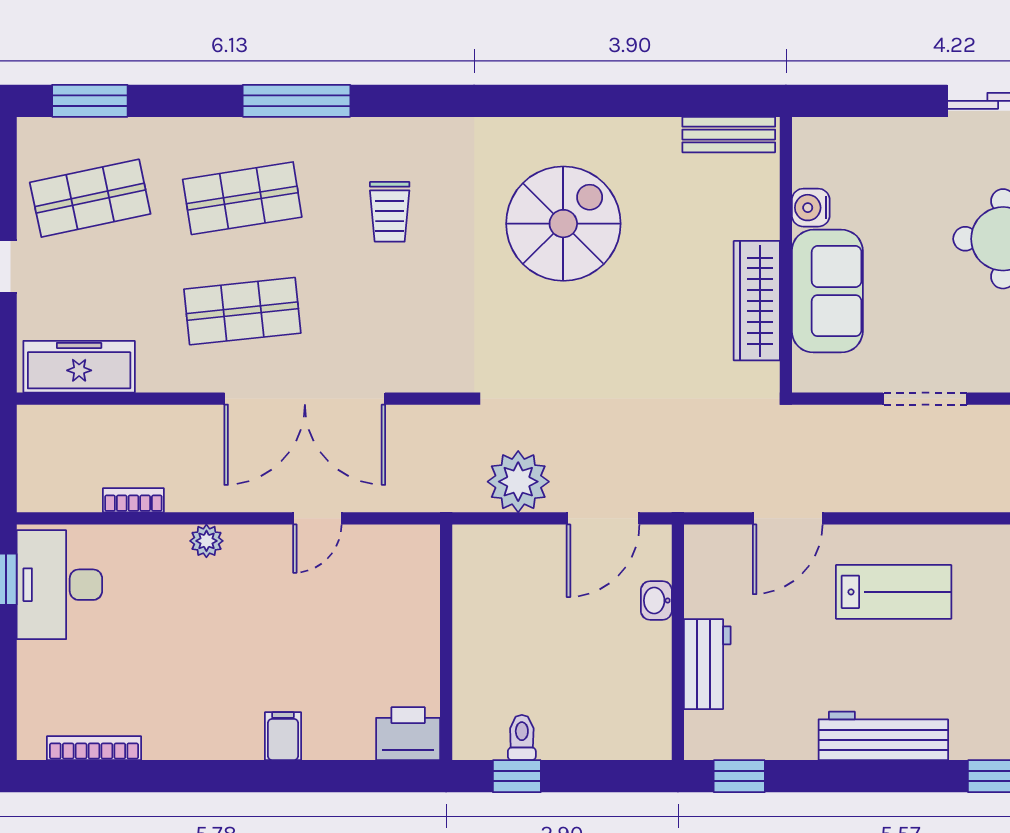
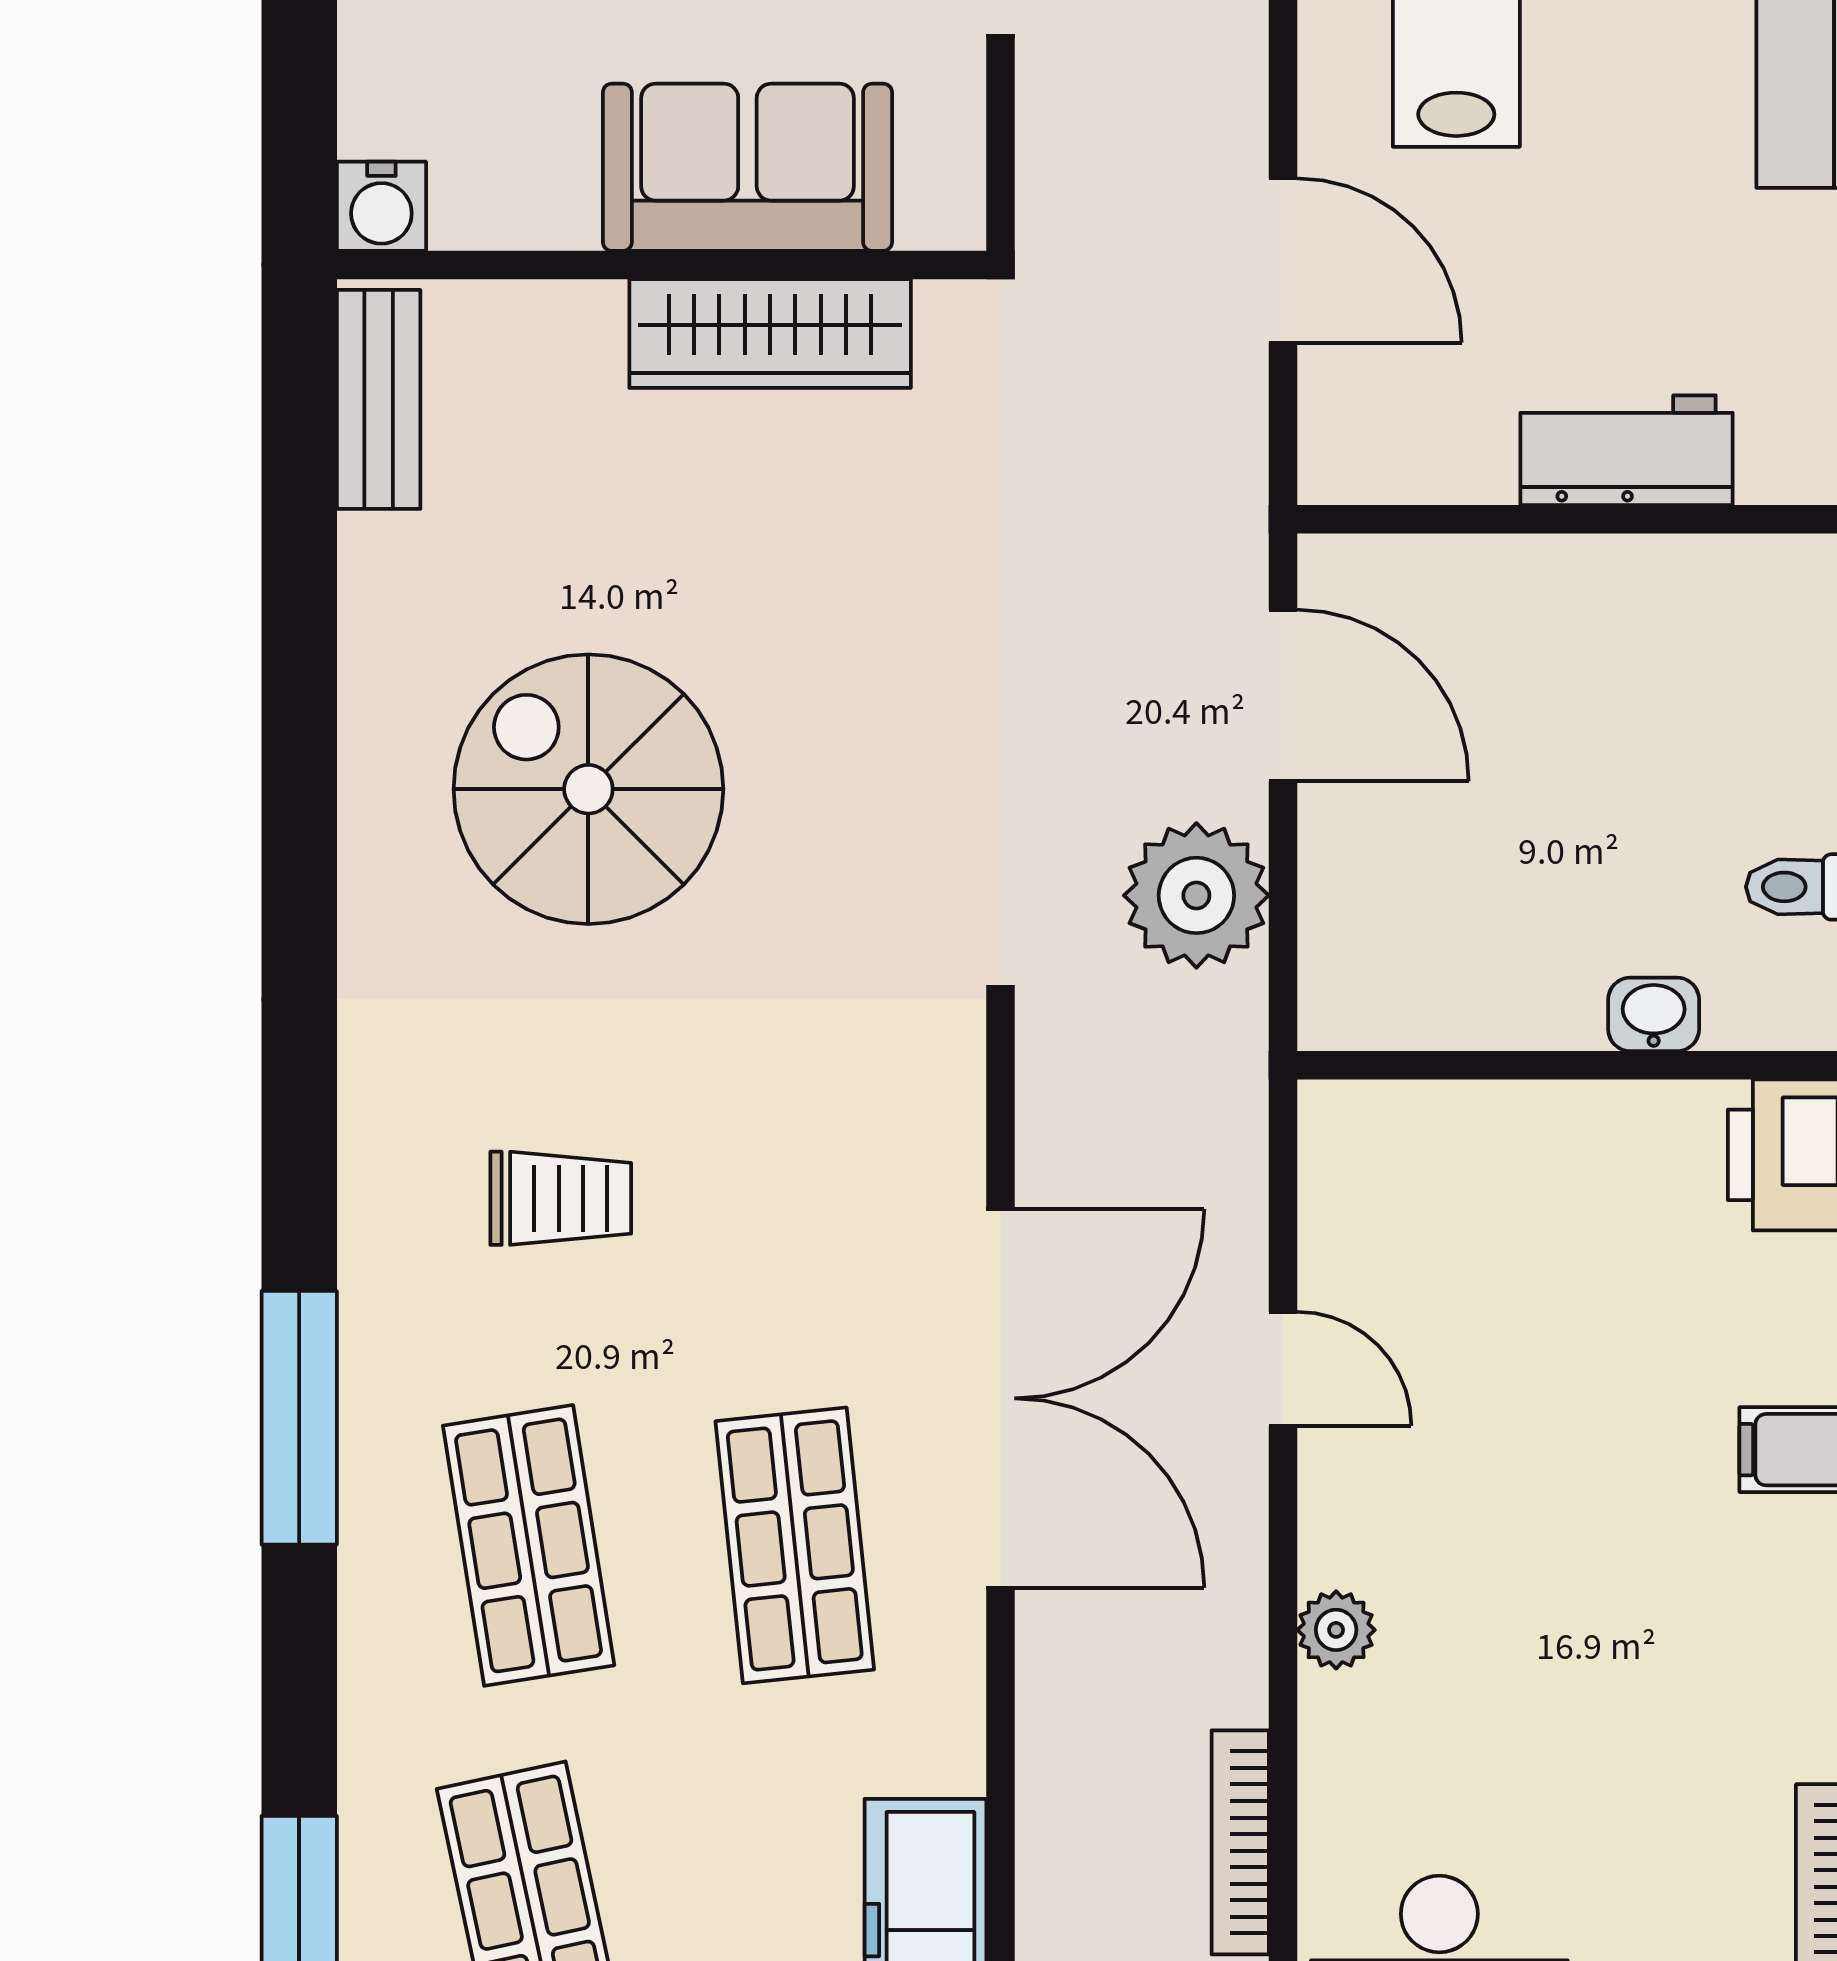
water cooler: (811, 208) -> (381, 206), moved
bookcase: (133, 500) -> (1240, 1842), width x1.56
washbasin: (656, 600) -> (1654, 1014), moved, turned 180

